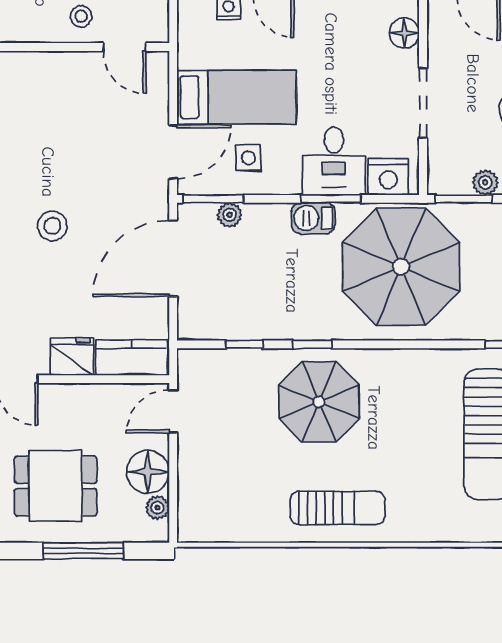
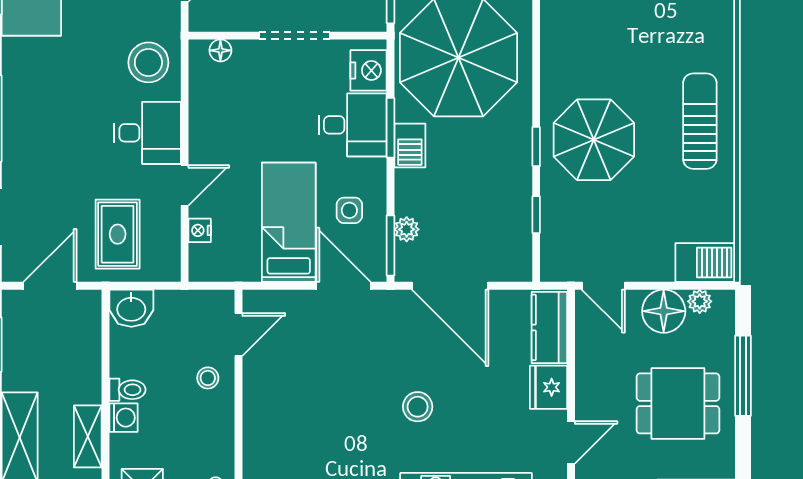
floor lamp: (404, 33) -> (220, 50), width x0.73, depth x0.73
dining table: (56, 486) -> (678, 403), turned 90
barbecue: (196, 513) -> (705, 263), added

